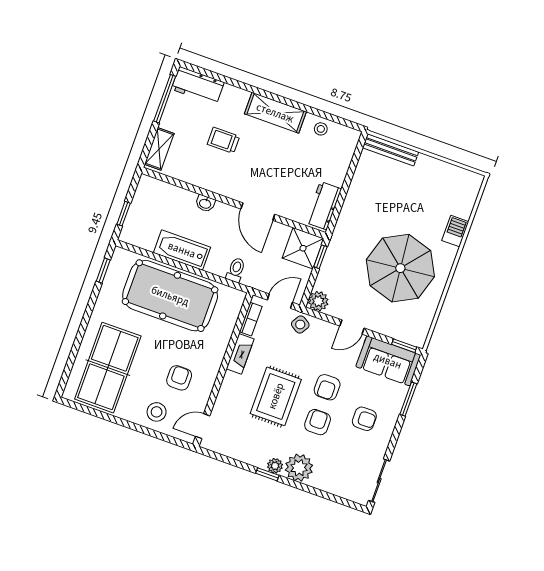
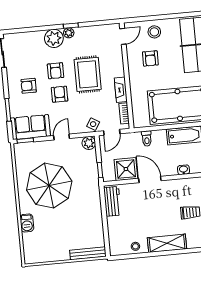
shower: (303, 248) -> (126, 169), moved

